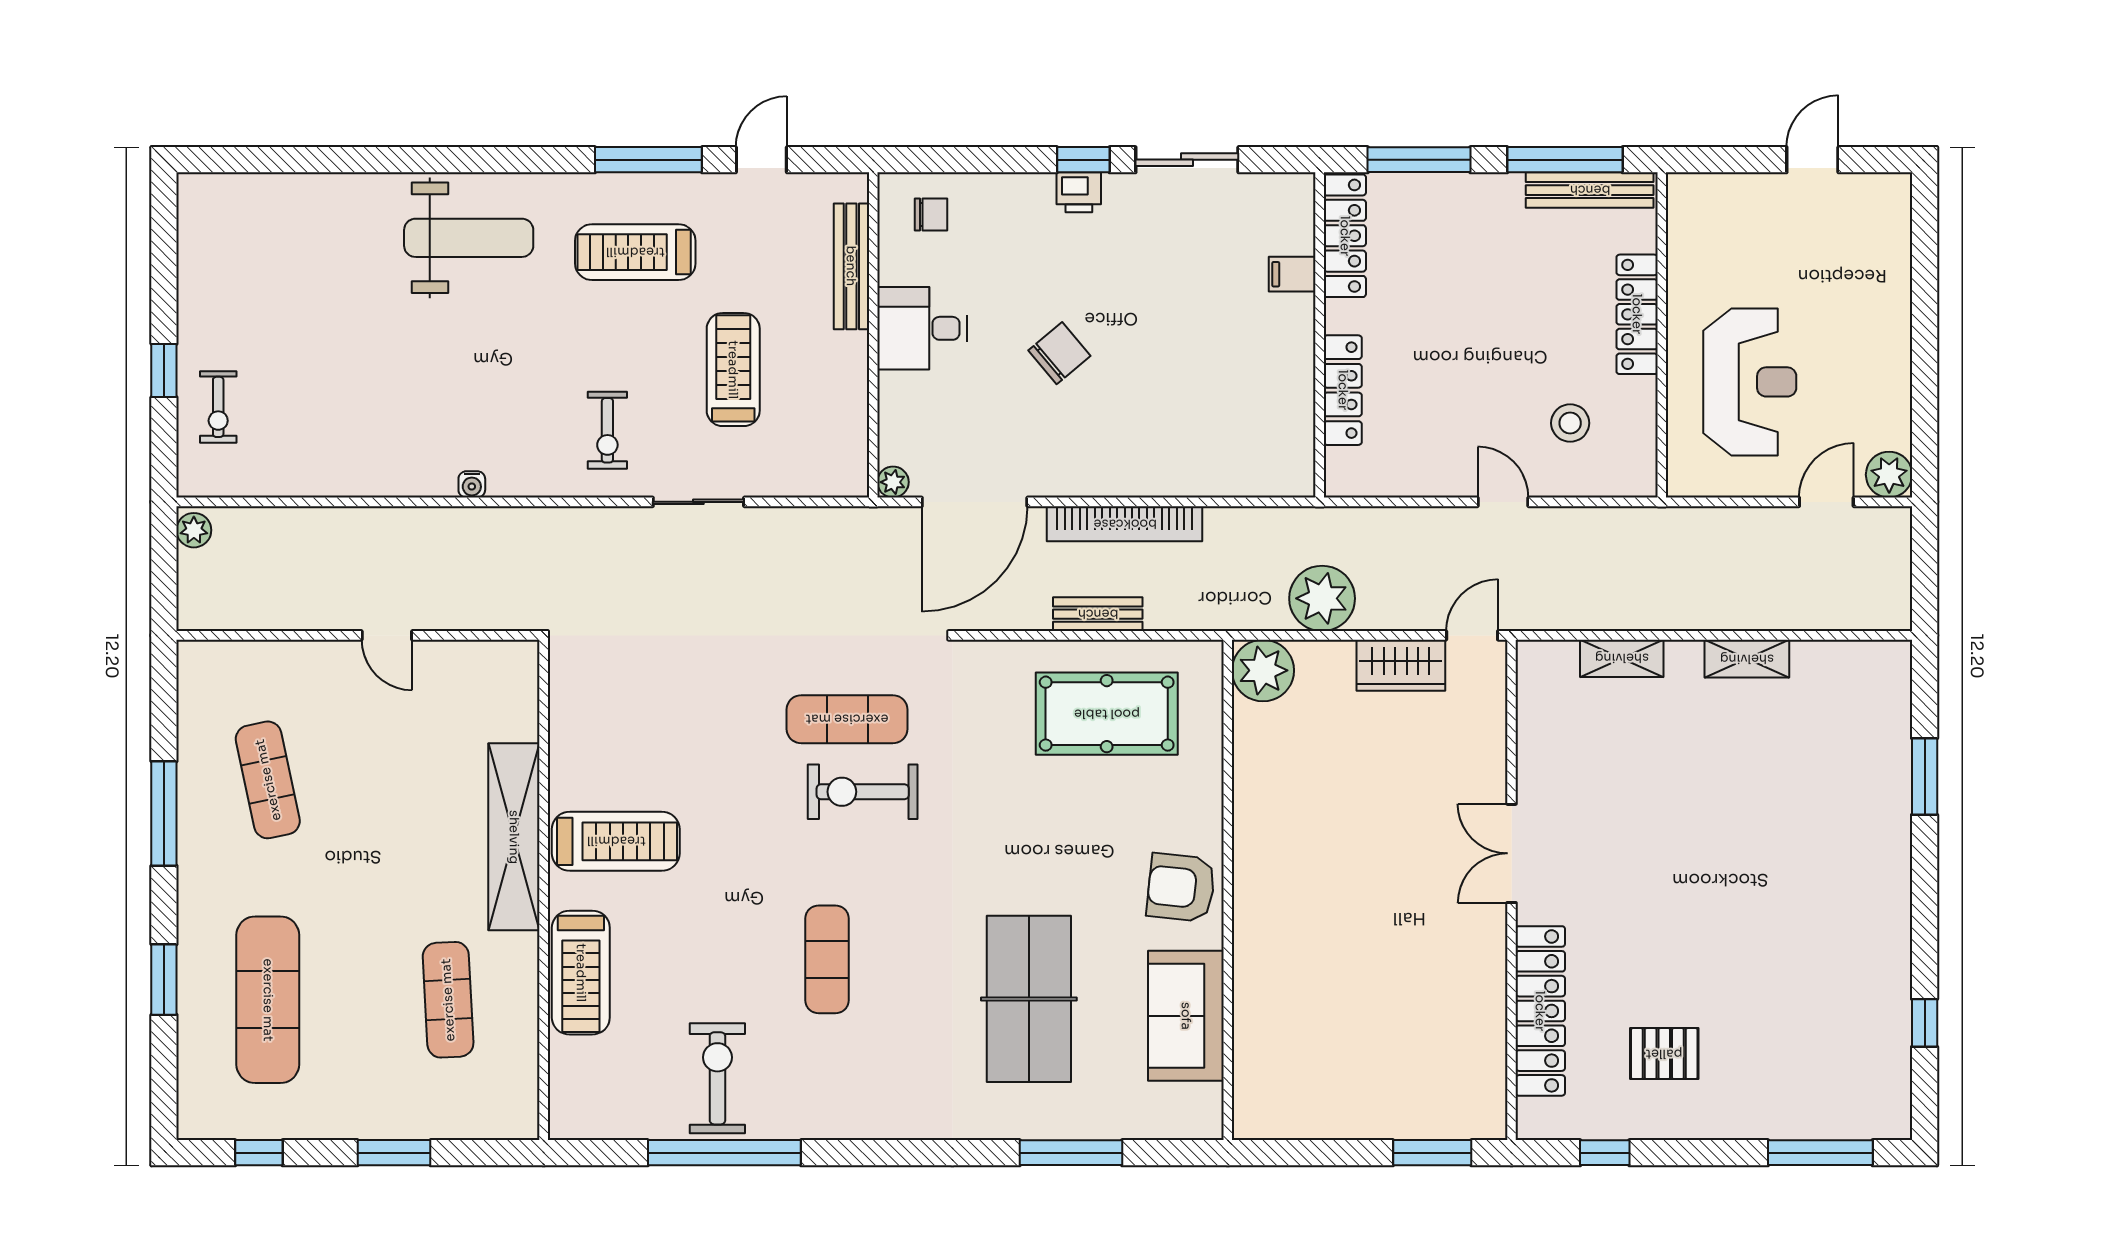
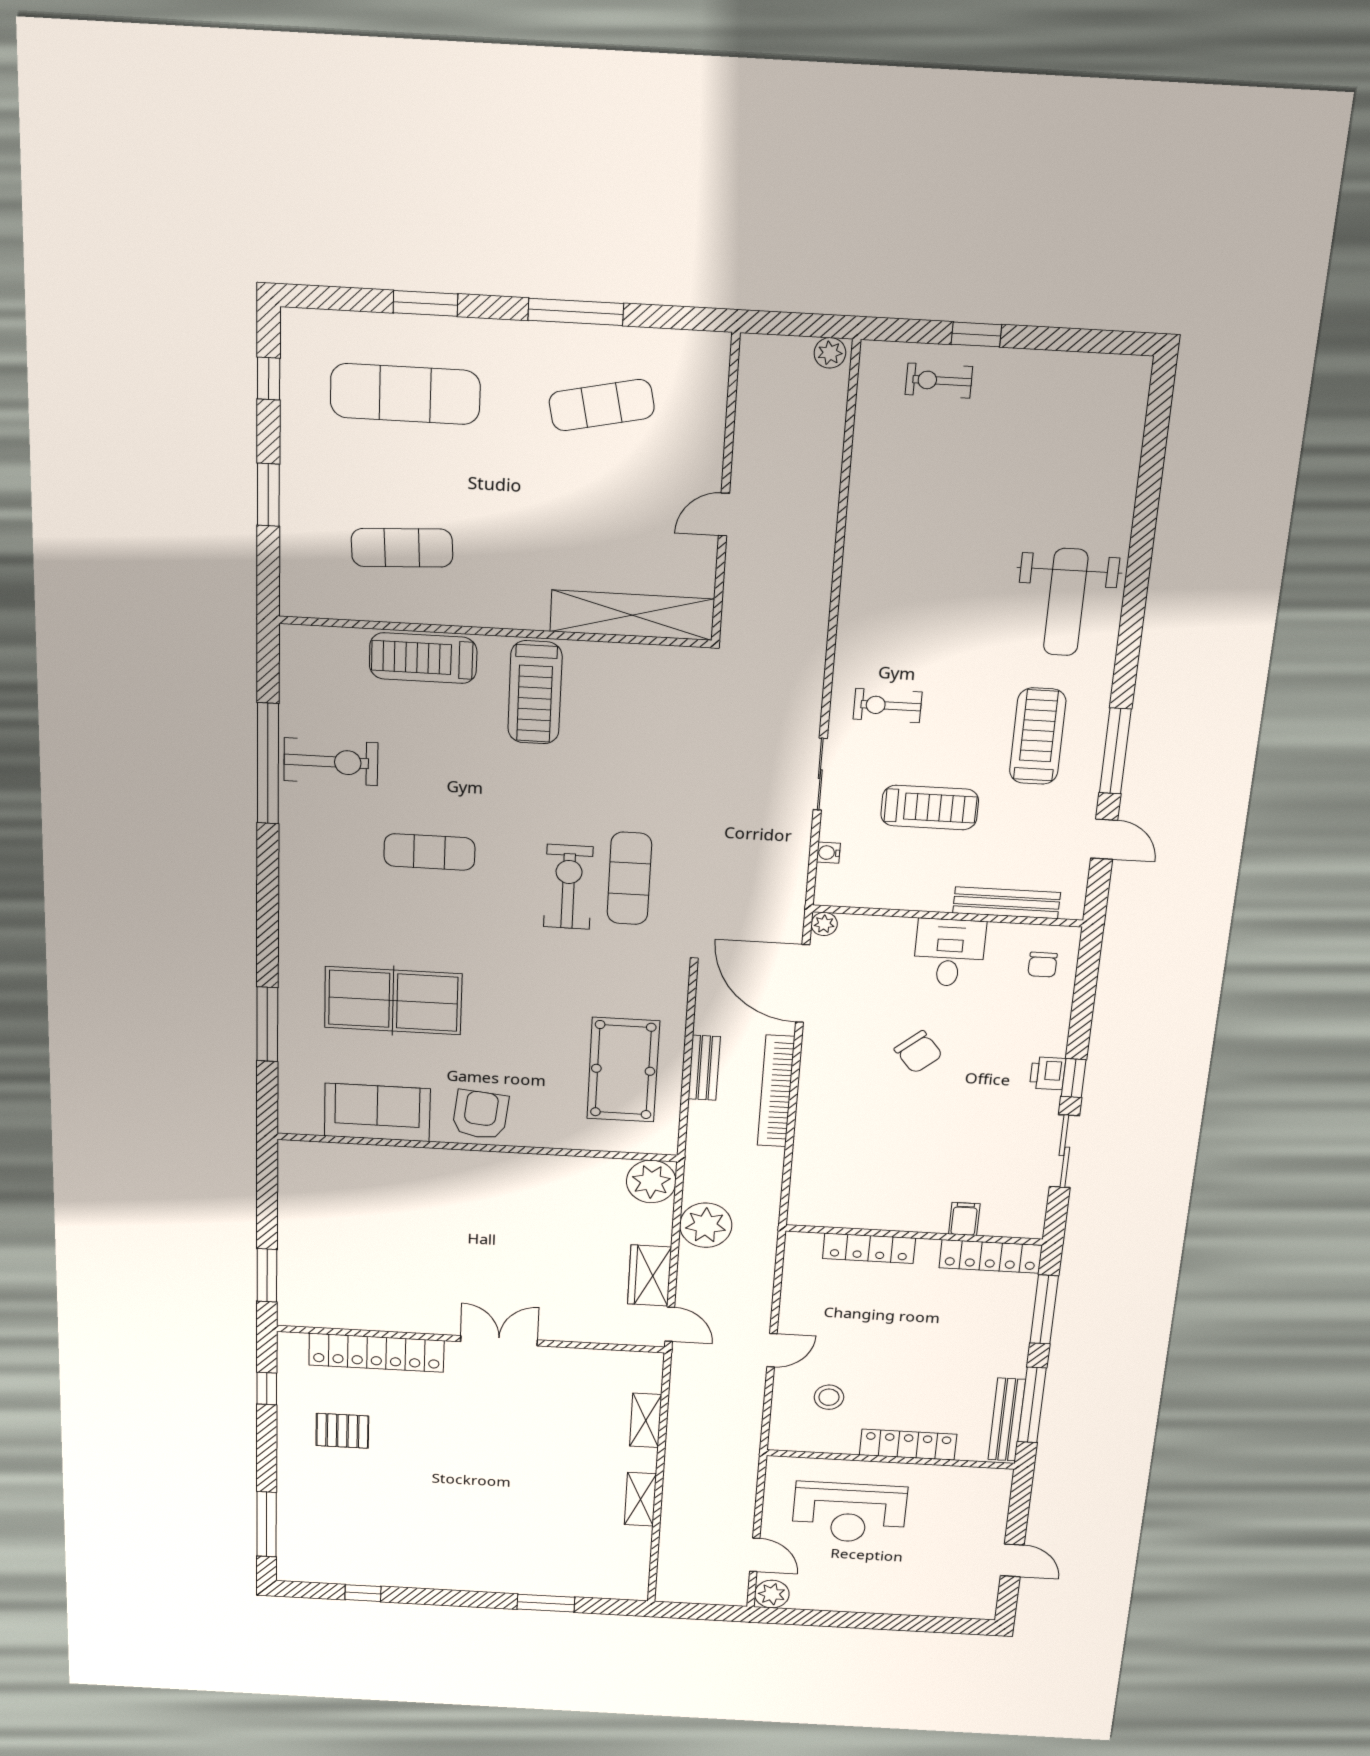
water cooler: (472, 484) -> (828, 853), moved
shelving: (514, 837) -> (632, 615), moved
pallet: (1664, 1054) -> (342, 1431), turned 90

